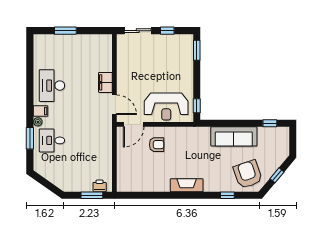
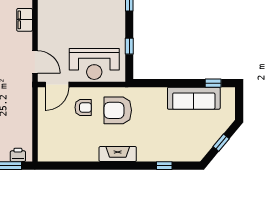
filing cabinet: (105, 82) -> (25, 20), moved
window: (197, 106) -> (129, 46), moved
sofa: (234, 136) -> (194, 98), moved
armchair: (248, 174) -> (118, 110), moved, turned -71

